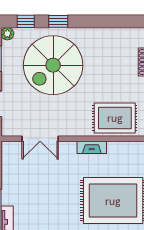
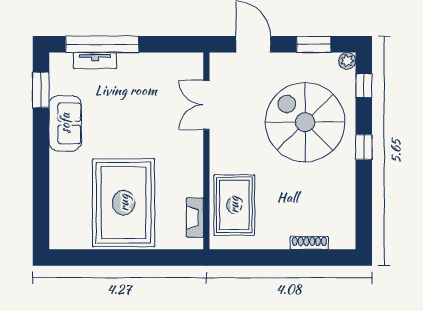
window: (58, 21) -> (364, 147), moved
fireplace: (92, 147) -> (195, 218), moved

